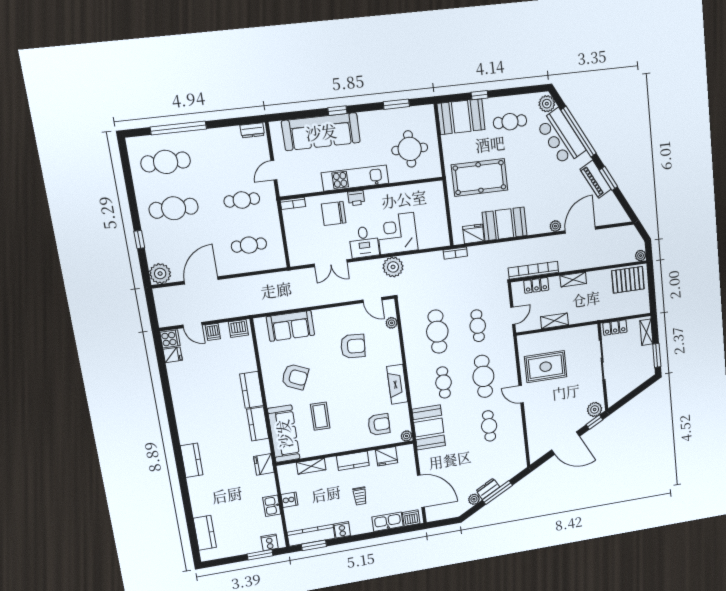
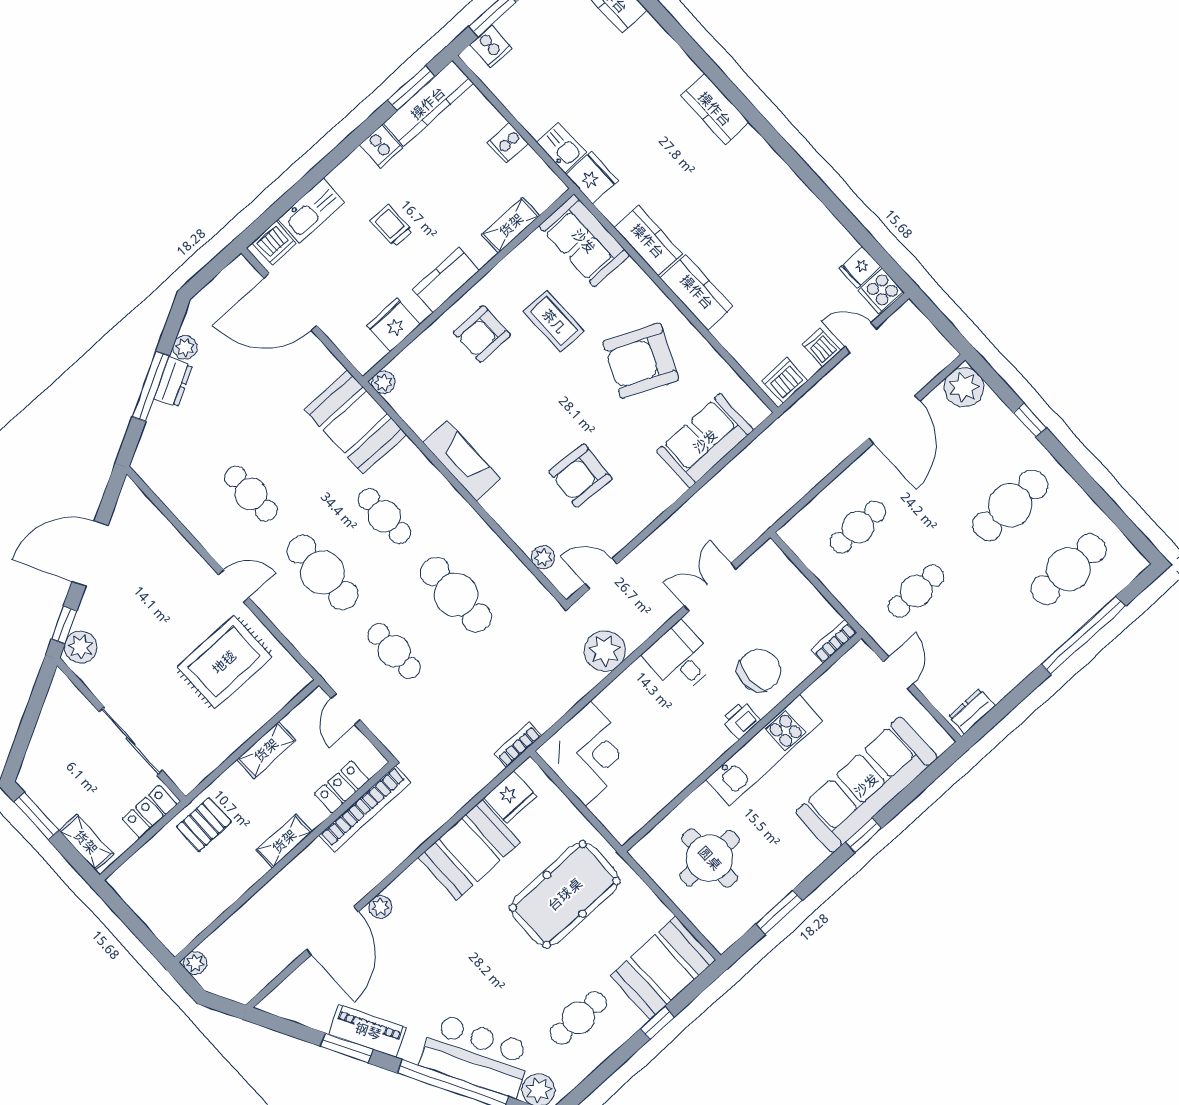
corner desk: (397, 233) -> (588, 754), moved
pallet: (628, 280) -> (204, 824), moved, width x0.67, depth x0.71
armchair: (295, 377) -> (641, 361), width x1.36, depth x1.36
armchair: (379, 424) -> (482, 334), moved
sofa: (284, 434) -> (584, 241), width x0.73
kitchen sink: (272, 506) -> (561, 147), moved

